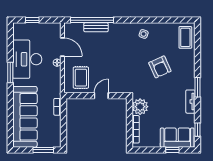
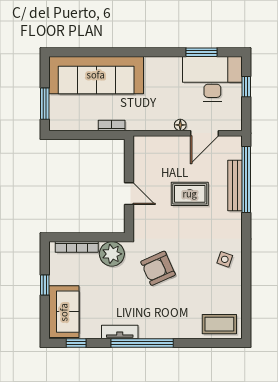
bench: (96, 27) -> (235, 185), width x1.36
desk: (27, 59) -> (212, 79), moved
armchair: (160, 67) -> (158, 268), moved
window: (10, 73) -> (201, 52), moved
rug: (81, 78) -> (190, 194), moved
window: (198, 87) -> (142, 343), width x2.11
window: (172, 150) -> (45, 285), moved

